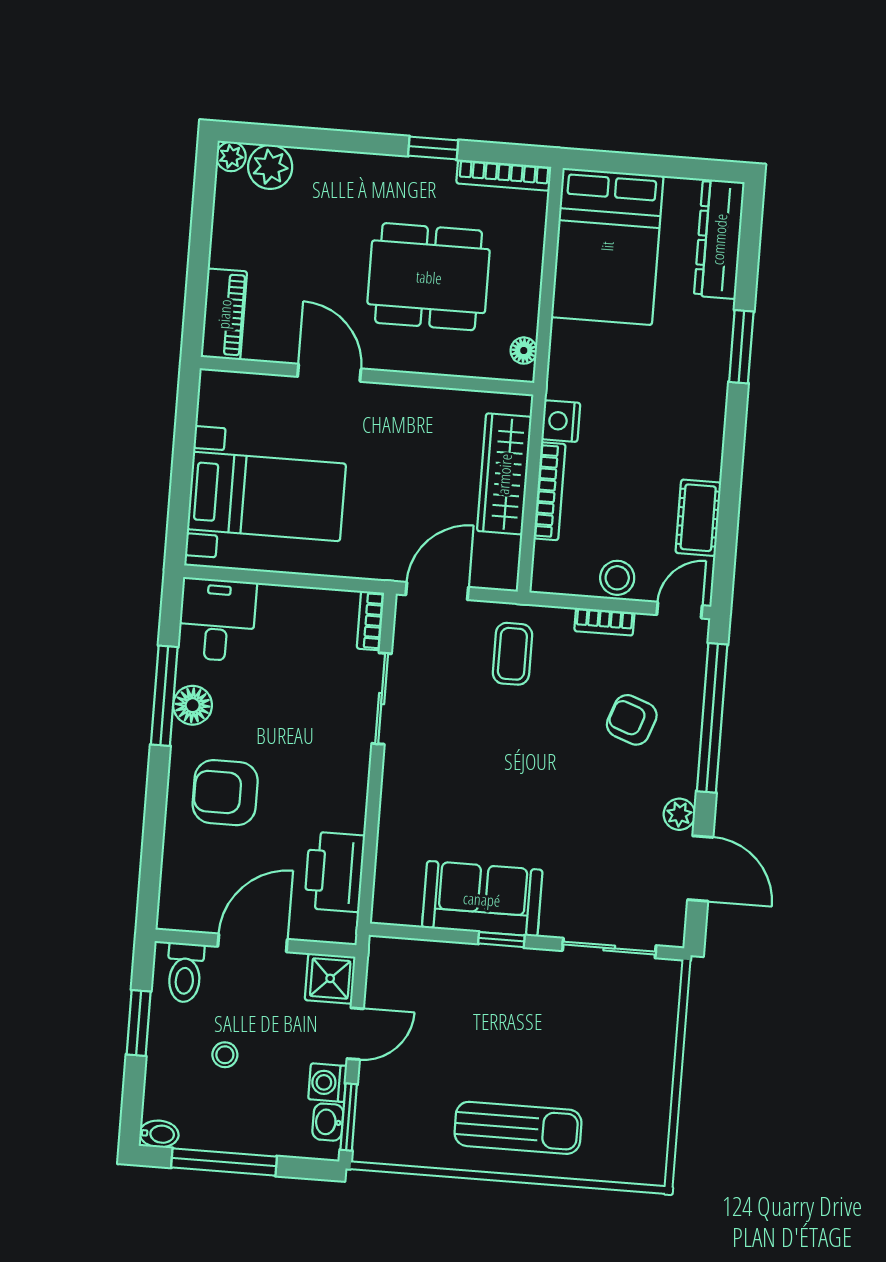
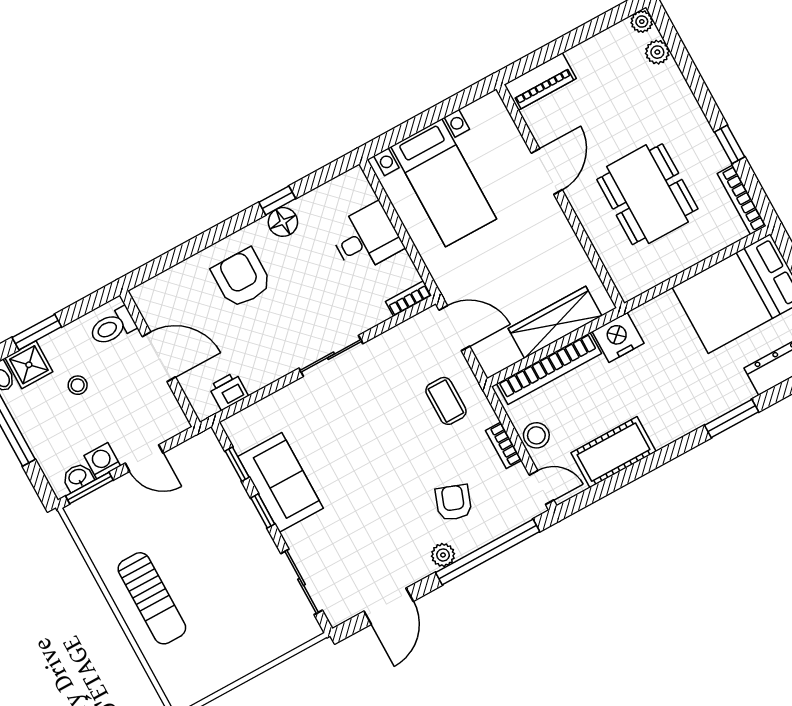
plant: (270, 167) -> (657, 52), width x0.73, depth x0.73
floor lamp: (524, 351) -> (640, 284), removed
nightstand: (561, 421) -> (618, 337), width x1.36, depth x1.33
bookcase: (550, 491) -> (549, 369), width x1.48, depth x1.31
cot: (698, 518) -> (614, 452), width x1.37, depth x1.34
desk: (217, 620) -> (366, 238), moved
coffee table: (512, 654) -> (446, 401), turned 90
window: (164, 696) -> (277, 200), width x0.46
sliding door: (382, 699) -> (331, 356), moved
plant: (679, 814) -> (443, 555), moved
printer: (334, 872) -> (228, 391), width x0.53, depth x0.68
window: (430, 934) -> (237, 464), added
shower: (330, 978) -> (29, 365), moved
window: (139, 1023) -> (37, 332), moved

